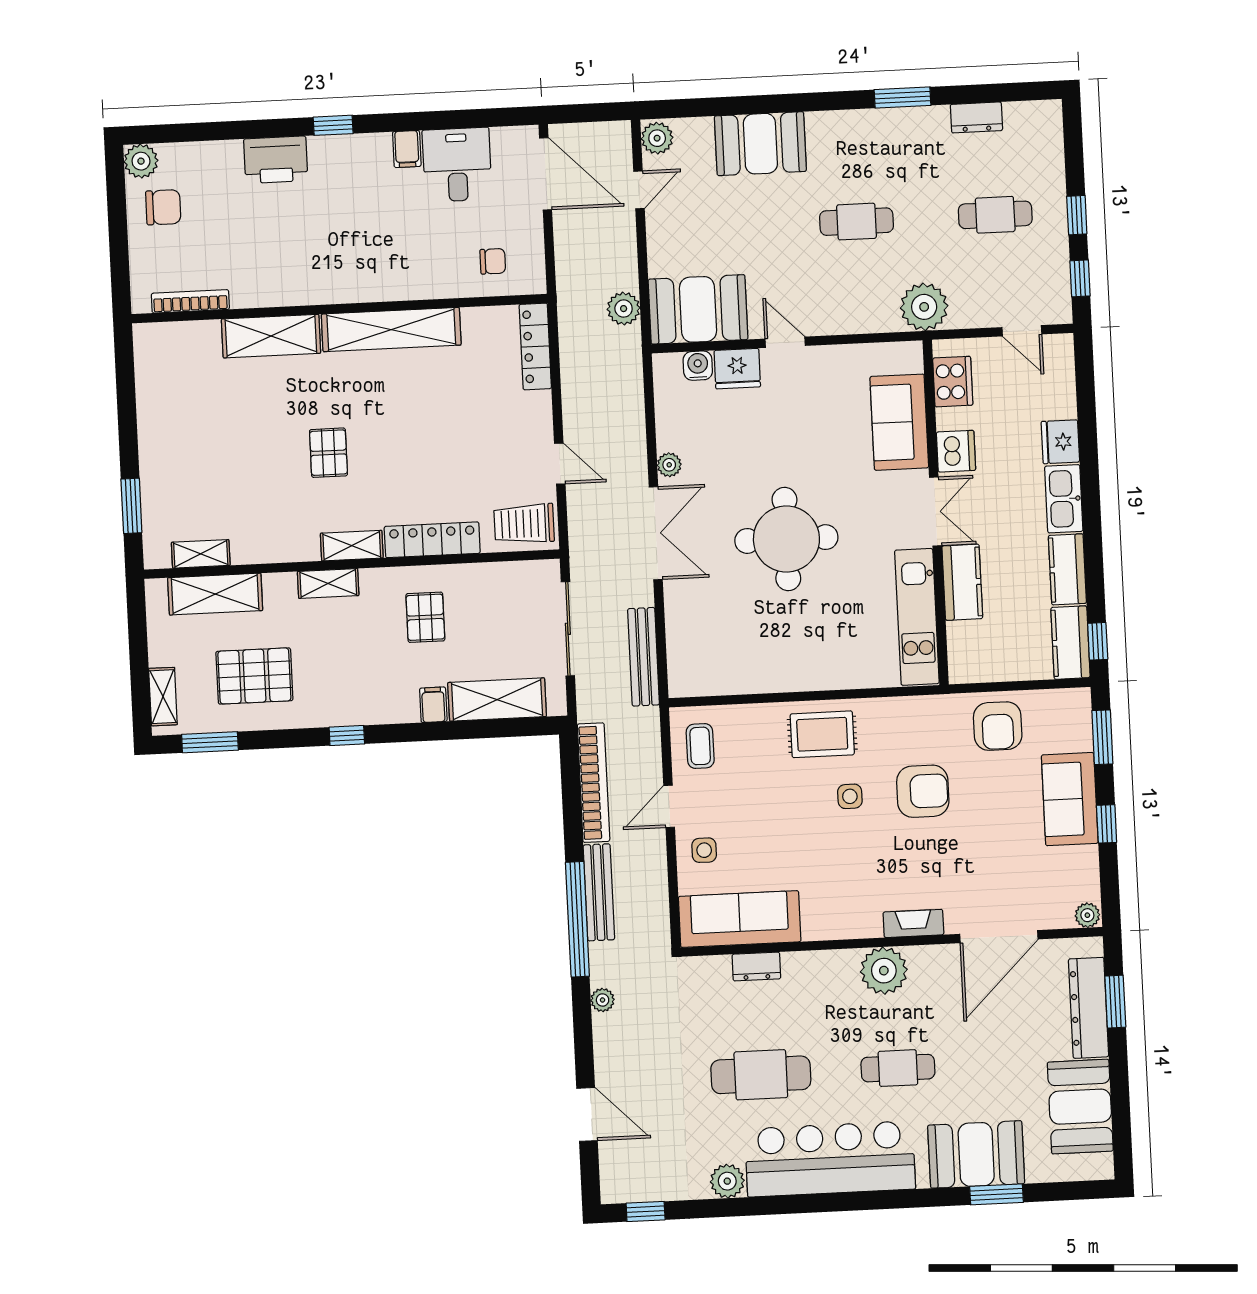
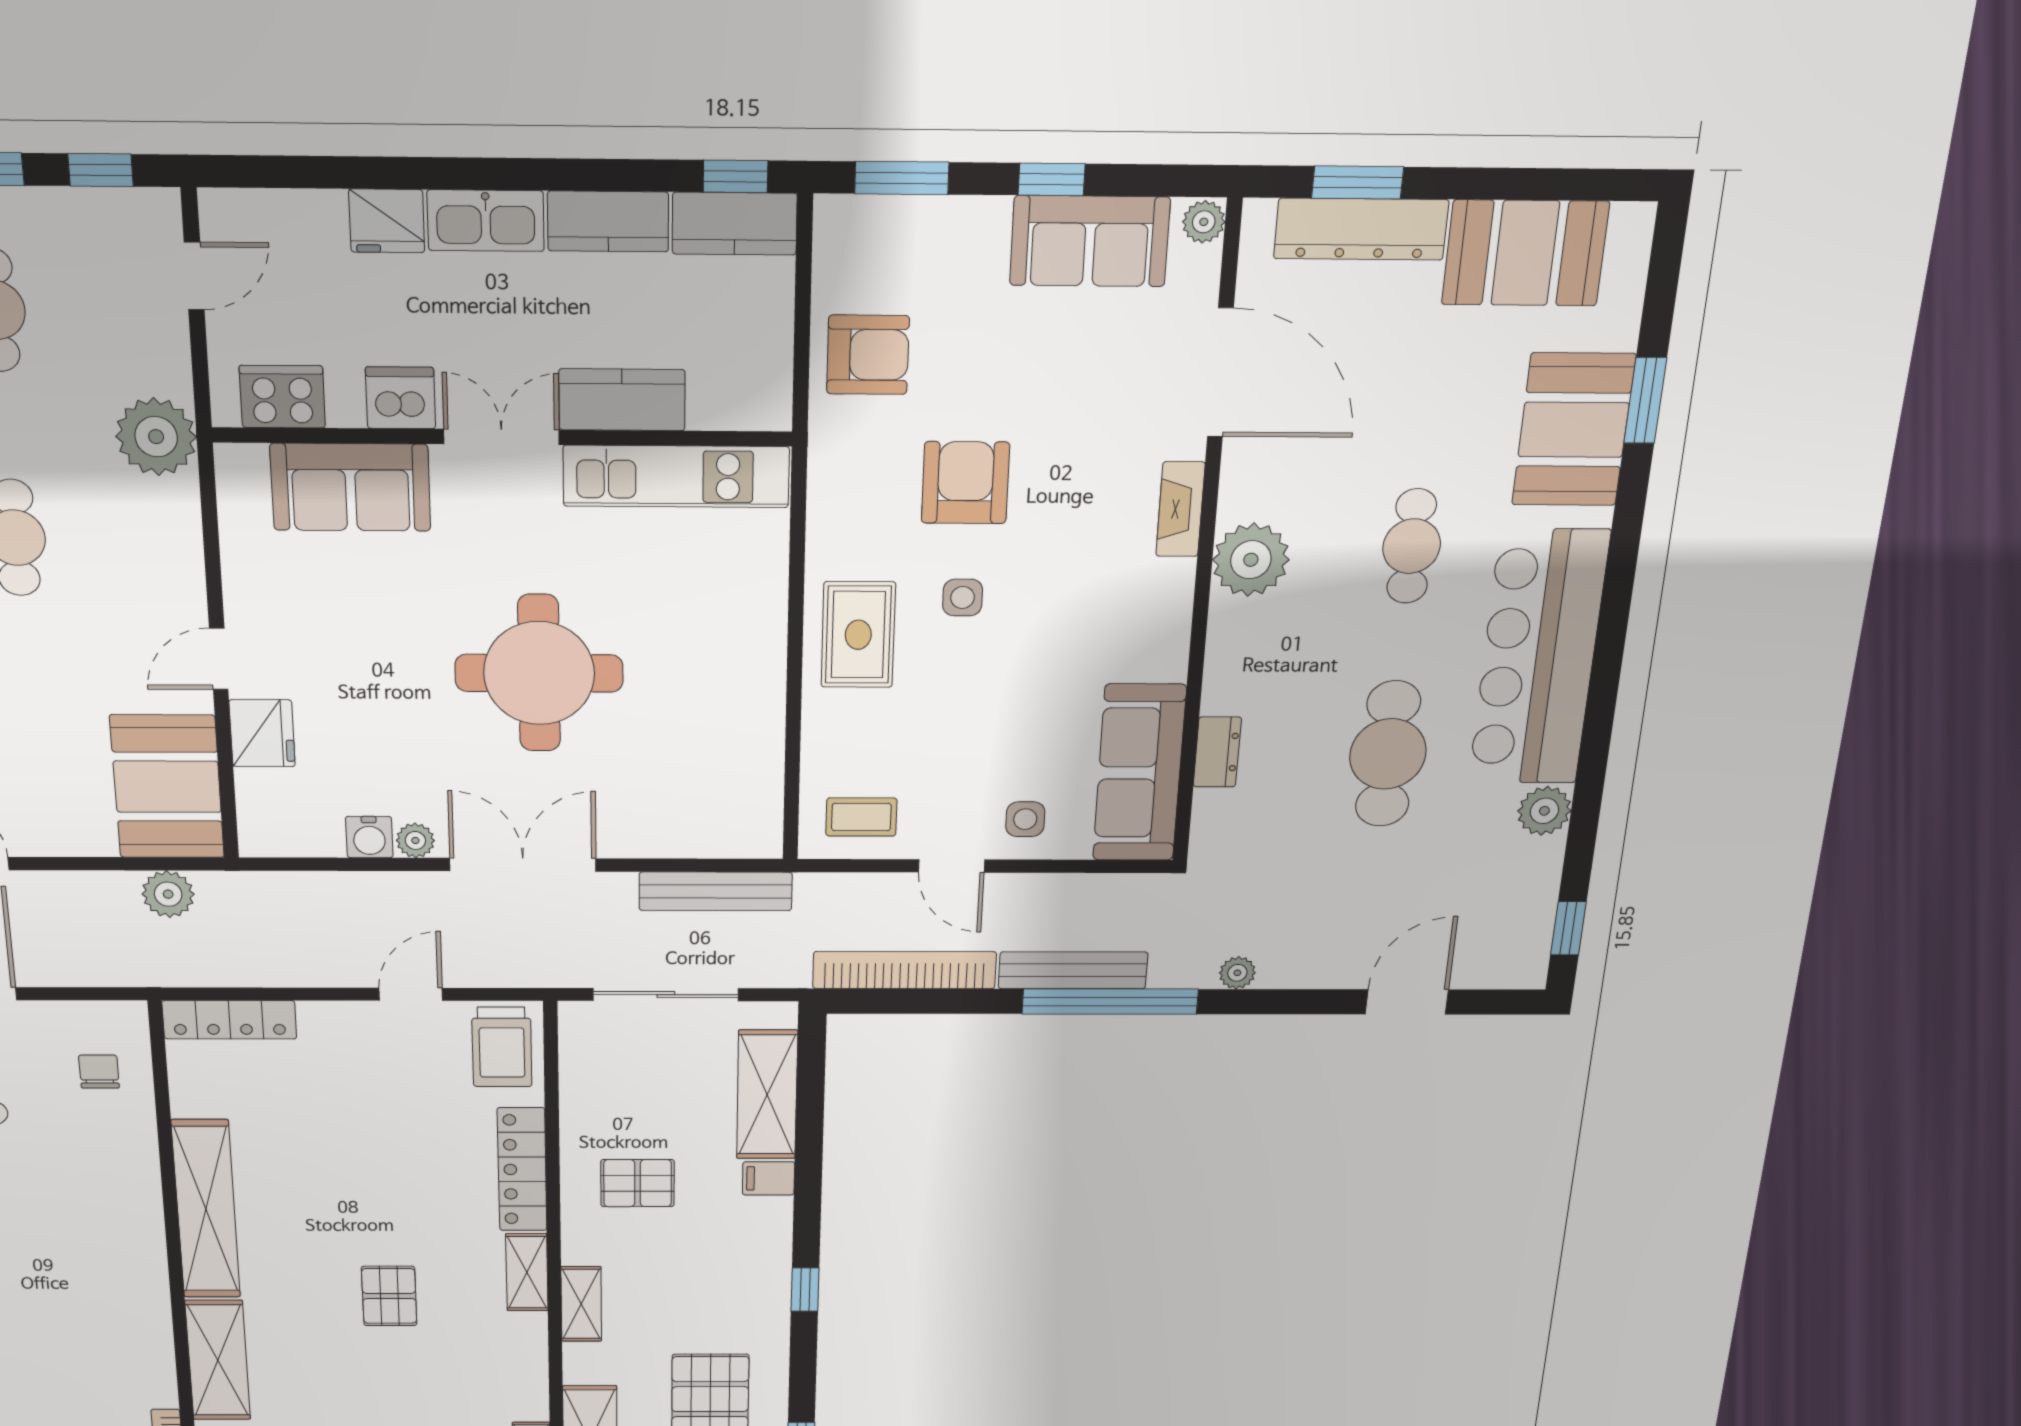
water cooler: (698, 366) -> (369, 837), moved, turned -90
pallet: (328, 453) -> (389, 1296), turned 90
sofa: (1070, 799) -> (1090, 241), moved

